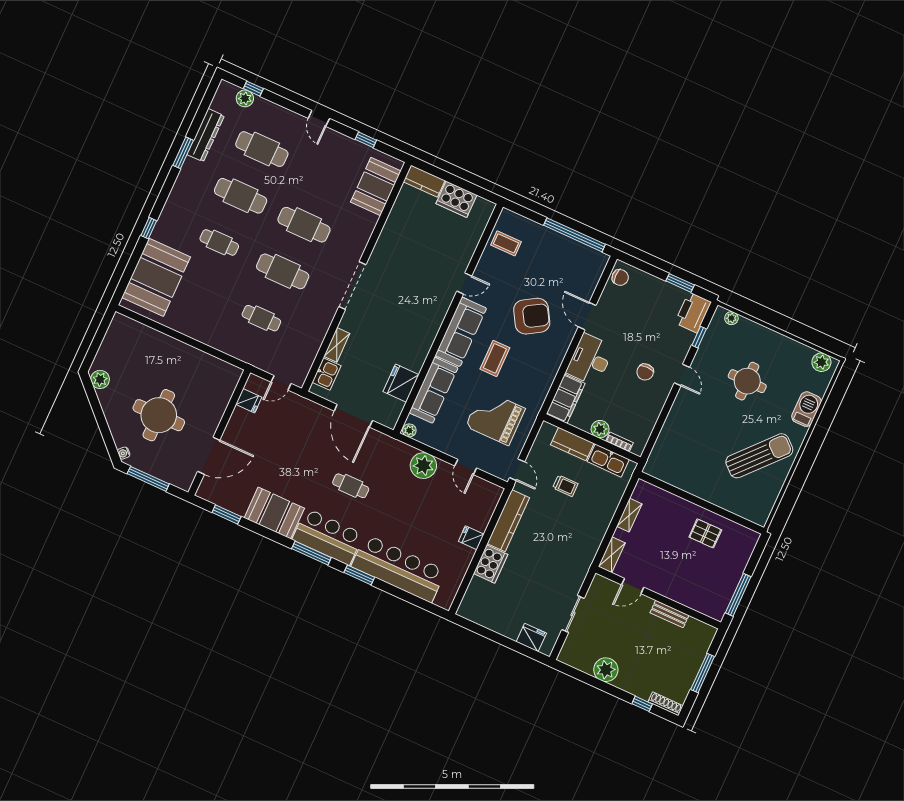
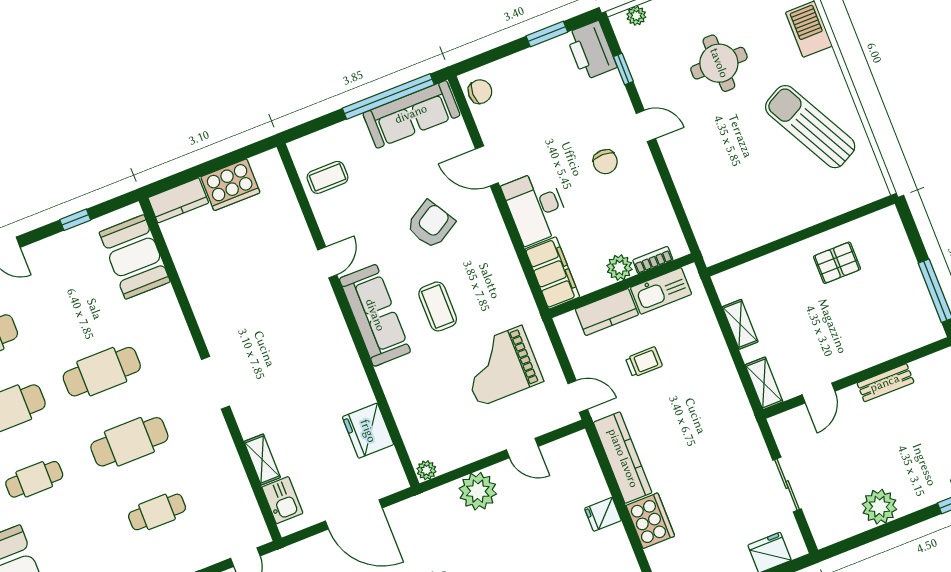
doorway: (352, 286) -> (216, 383), width x0.73
armchair: (532, 316) -> (431, 224), width x0.73, depth x0.73
sofa: (434, 390) -> (411, 114), moved, turned 90
sun lounger: (759, 456) -> (810, 127), turned -70

